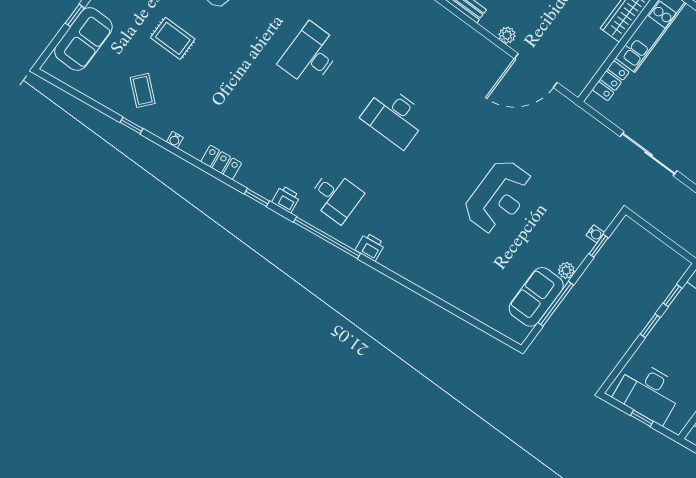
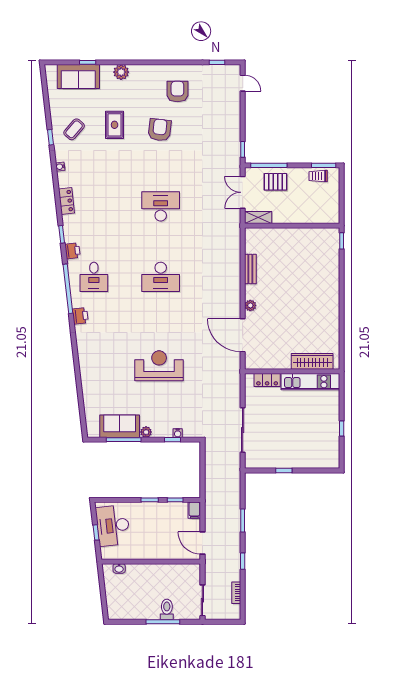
desk: (394, 117) -> (161, 277), turned -90
reception desk: (499, 197) -> (159, 366), turned 180

